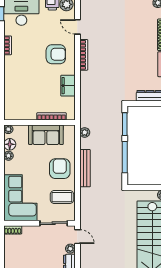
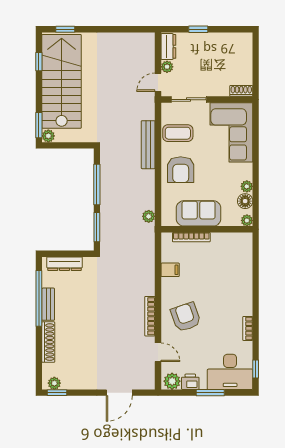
armchair: (56, 54) -> (186, 317), turned 71
filing cabinet: (68, 86) -> (170, 270), width x0.50
bench: (85, 168) -> (148, 145), moved
door: (77, 237) -> (158, 82), hinge flipped

